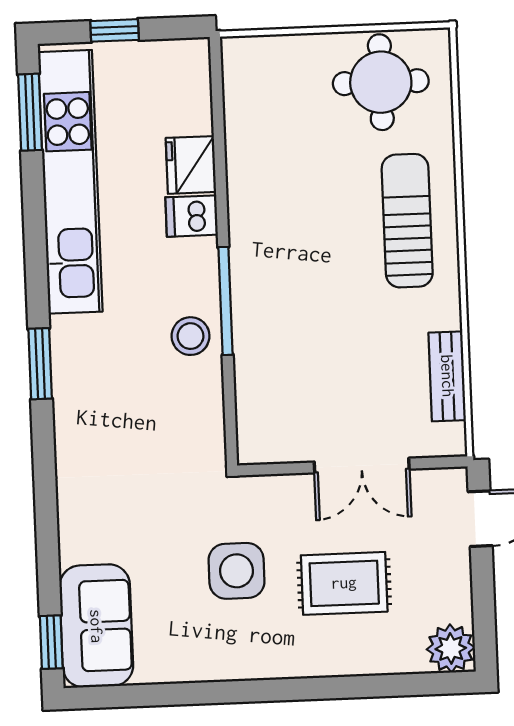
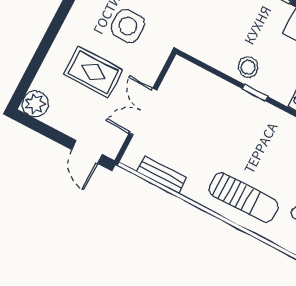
window: (225, 301) -> (255, 93), width x0.46
rug: (344, 583) -> (93, 72), turned 90

